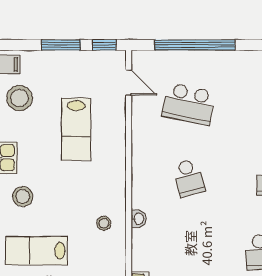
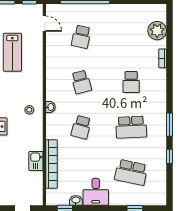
school desk: (189, 104) -> (81, 37), width x0.54
school desk: (189, 252) -> (81, 127), added

